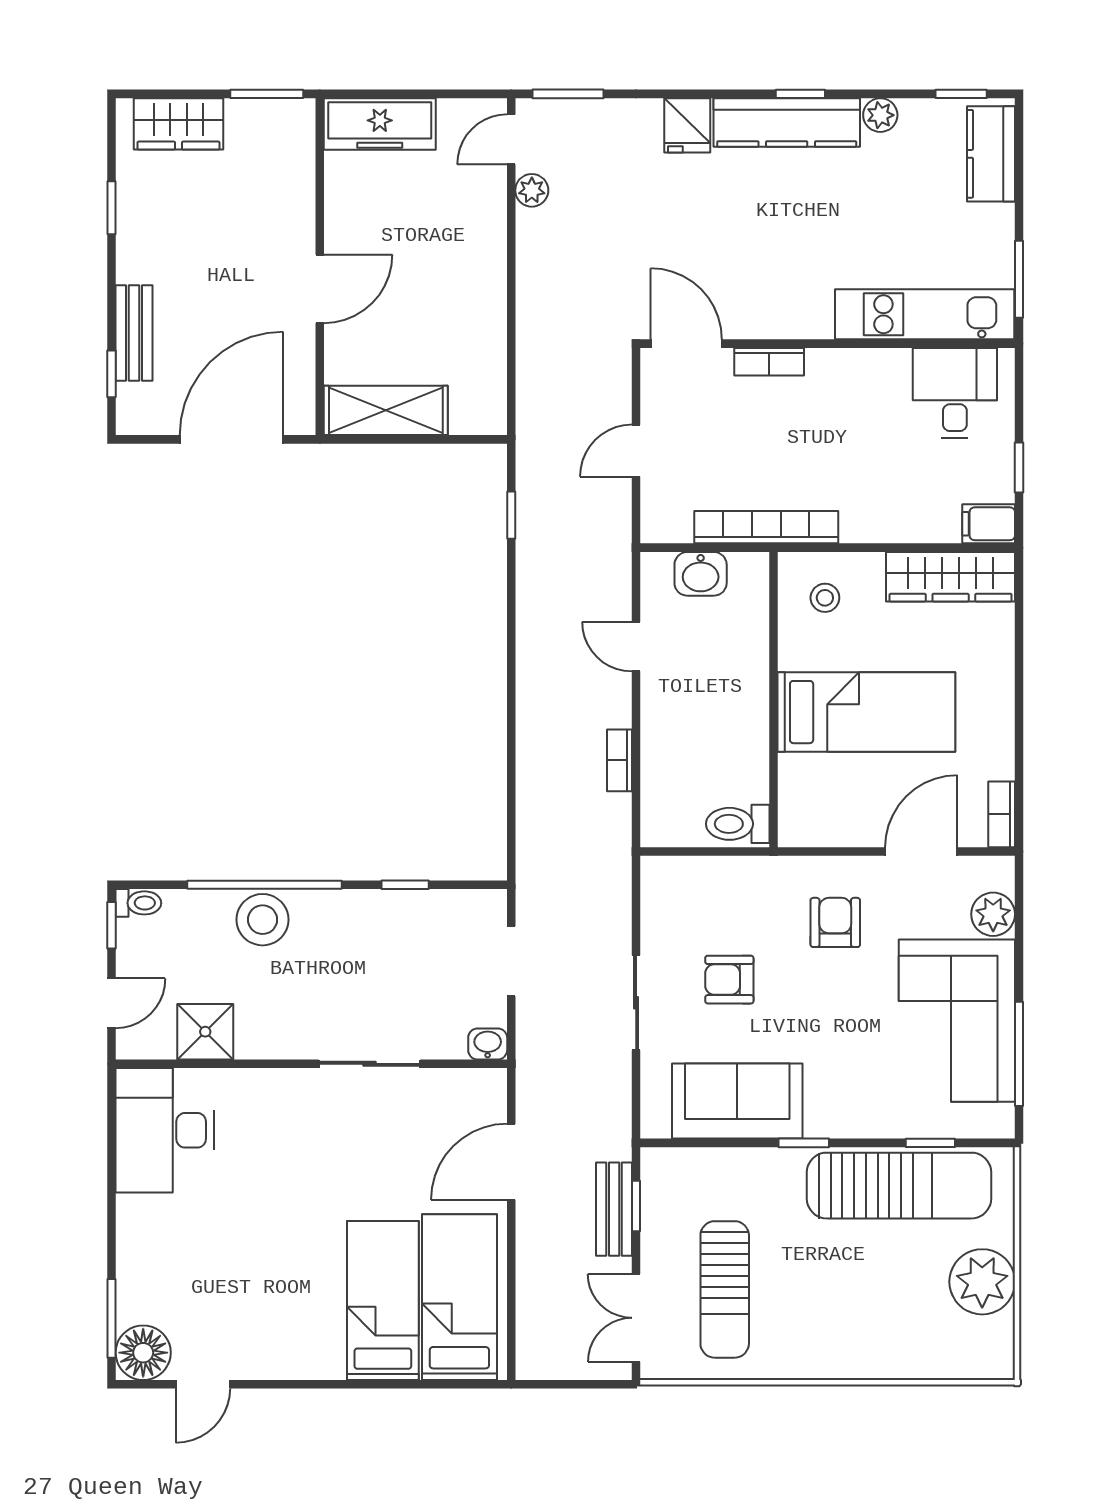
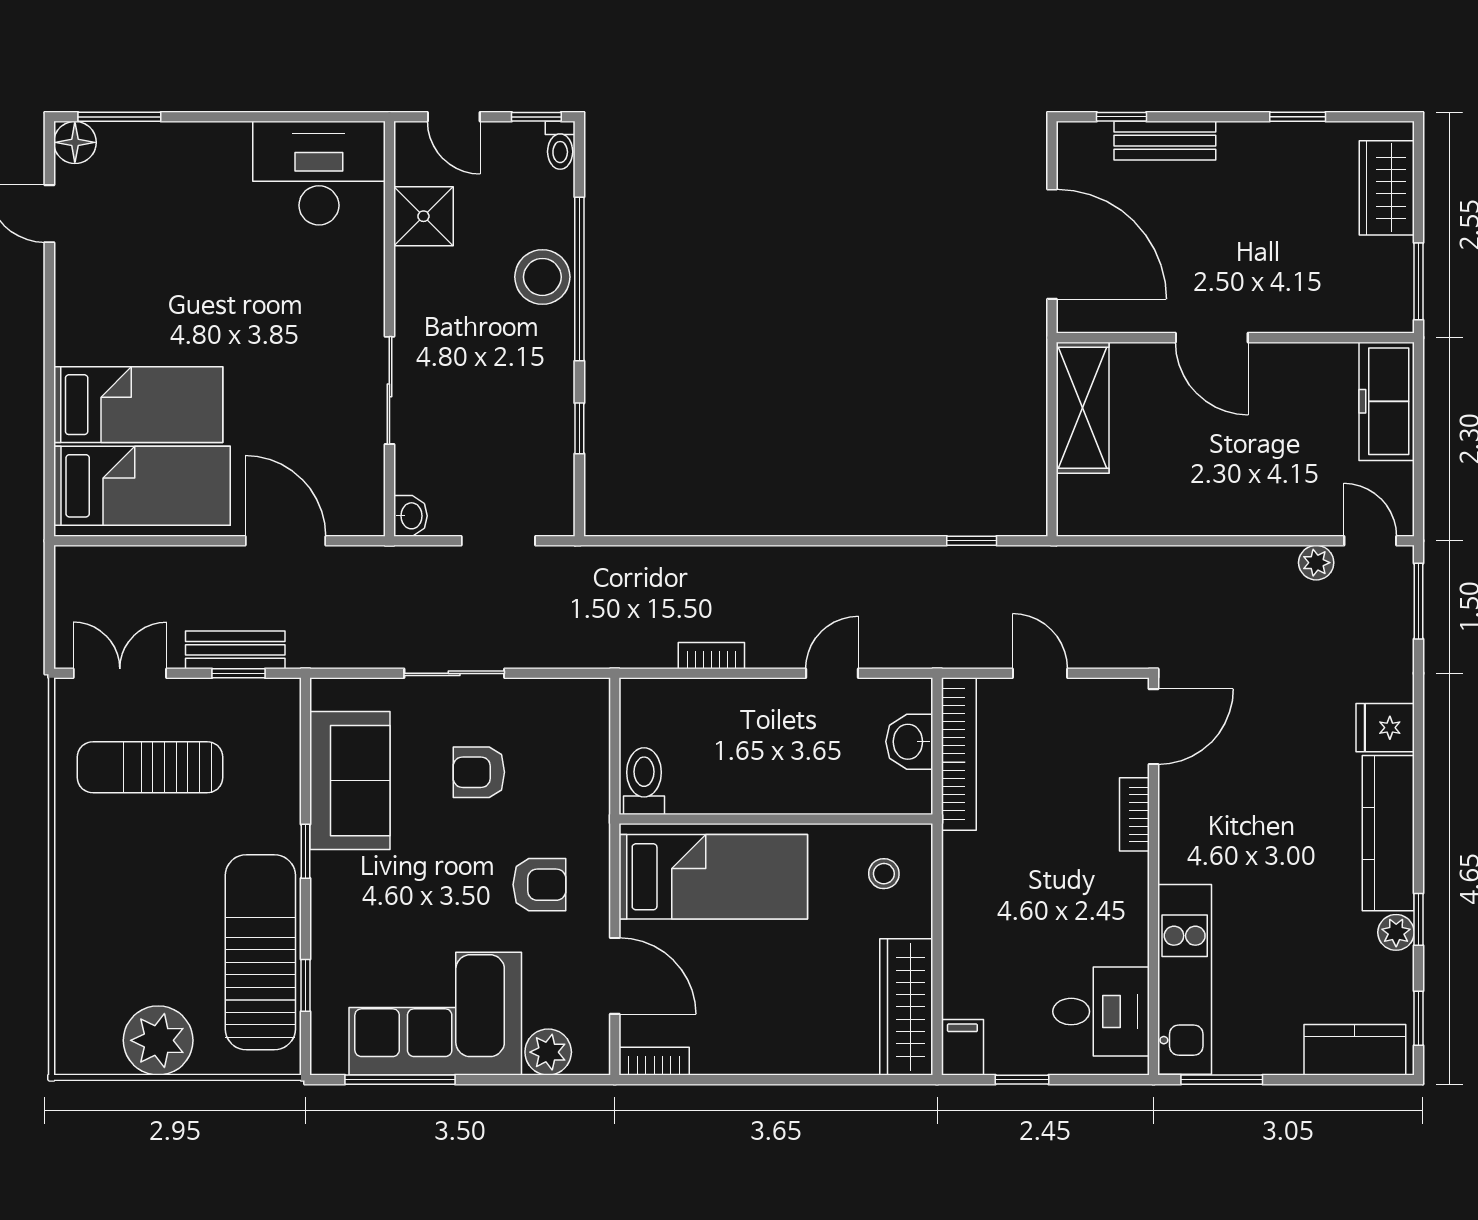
window: (800, 94) -> (1419, 919), moved
bookcase: (766, 527) -> (959, 754), moved
bed: (866, 712) -> (713, 877), moved, turned -90
armchair: (729, 980) -> (479, 772), turned -90
sun lounger: (899, 1186) -> (260, 952), turned 180
floor lamp: (143, 1353) -> (75, 142), width x0.73, depth x0.73

